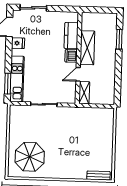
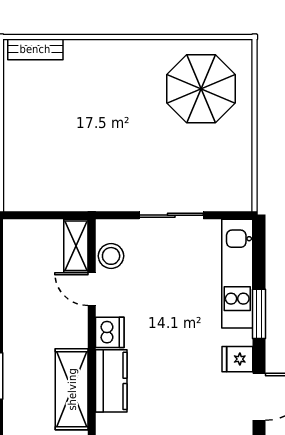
shelving: (87, 48) -> (72, 389), moved
door: (78, 74) -> (92, 289), swing flipped
window: (8, 84) -> (259, 314), moved
stool: (70, 88) -> (111, 256), added

